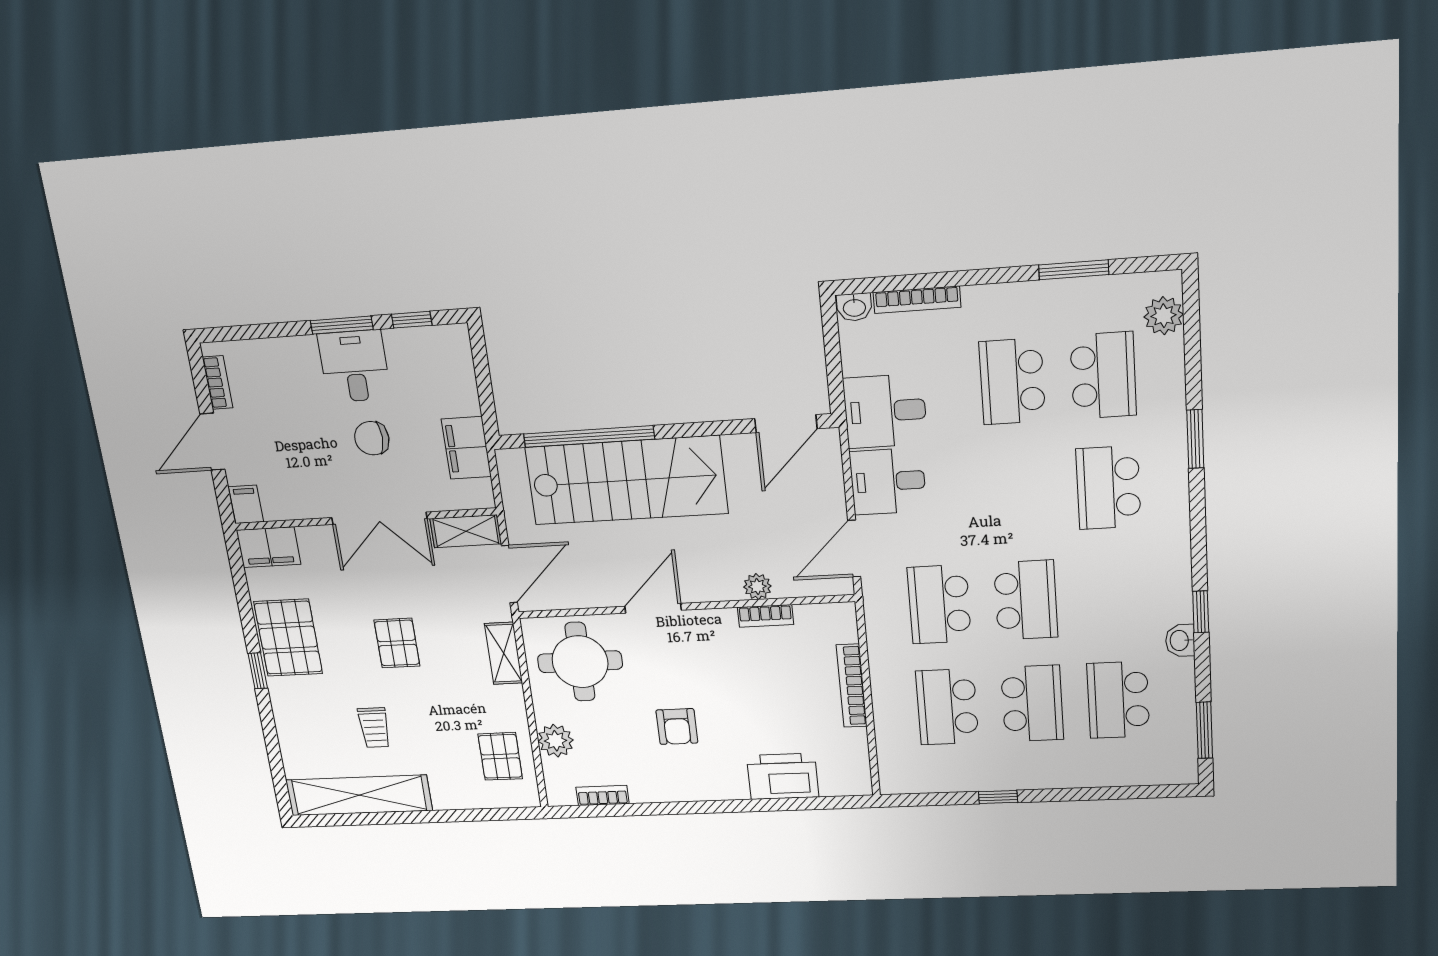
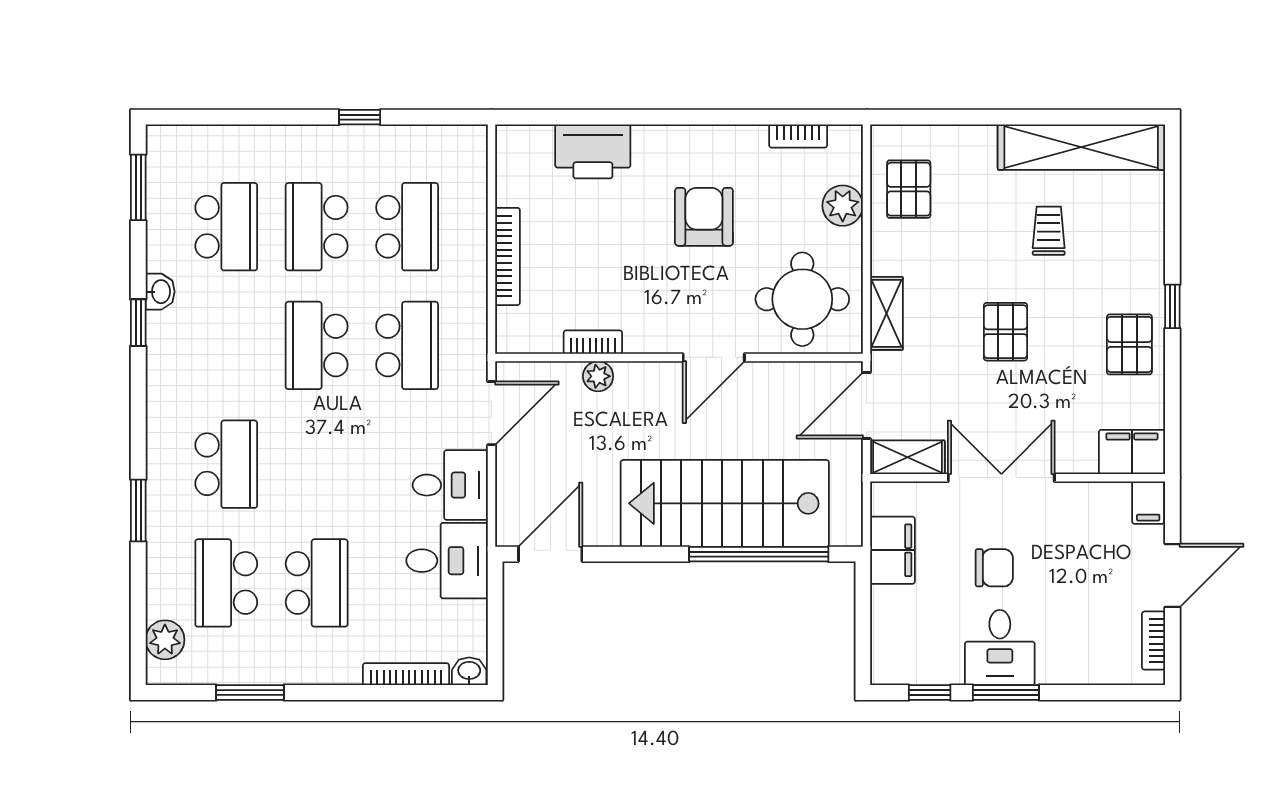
pallet: (288, 638) -> (1129, 344), width x0.67, depth x0.71
armchair: (677, 727) -> (704, 217), width x1.38, depth x1.38

